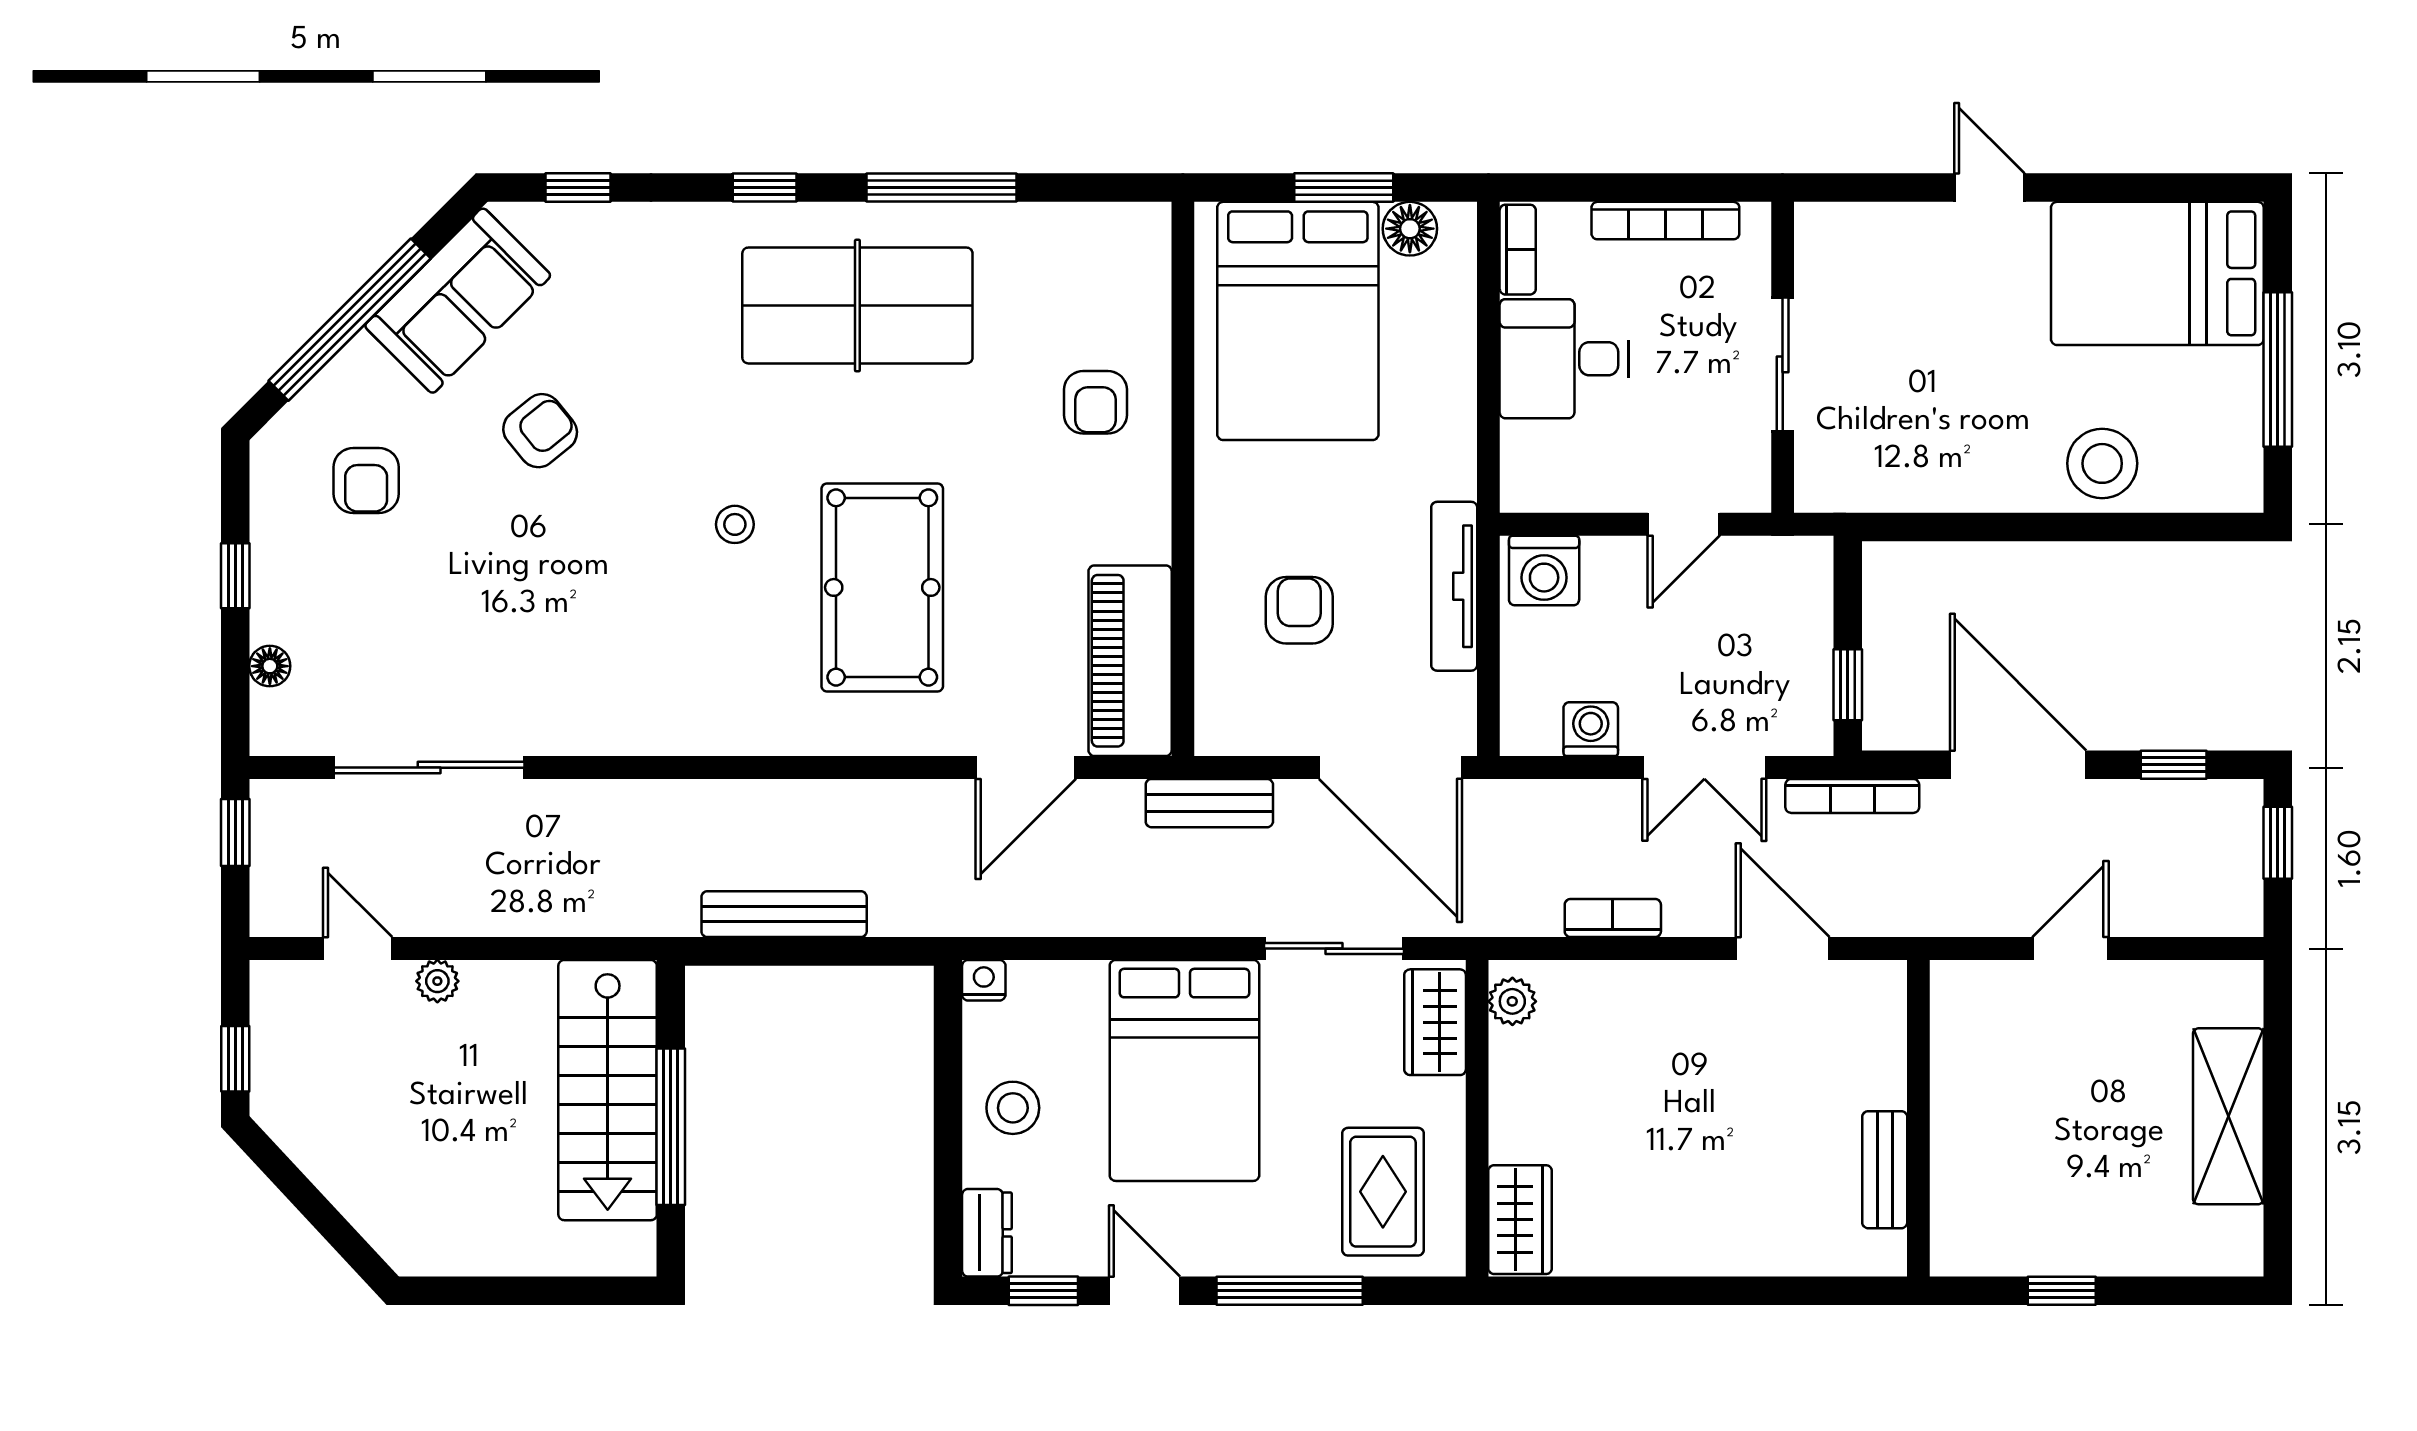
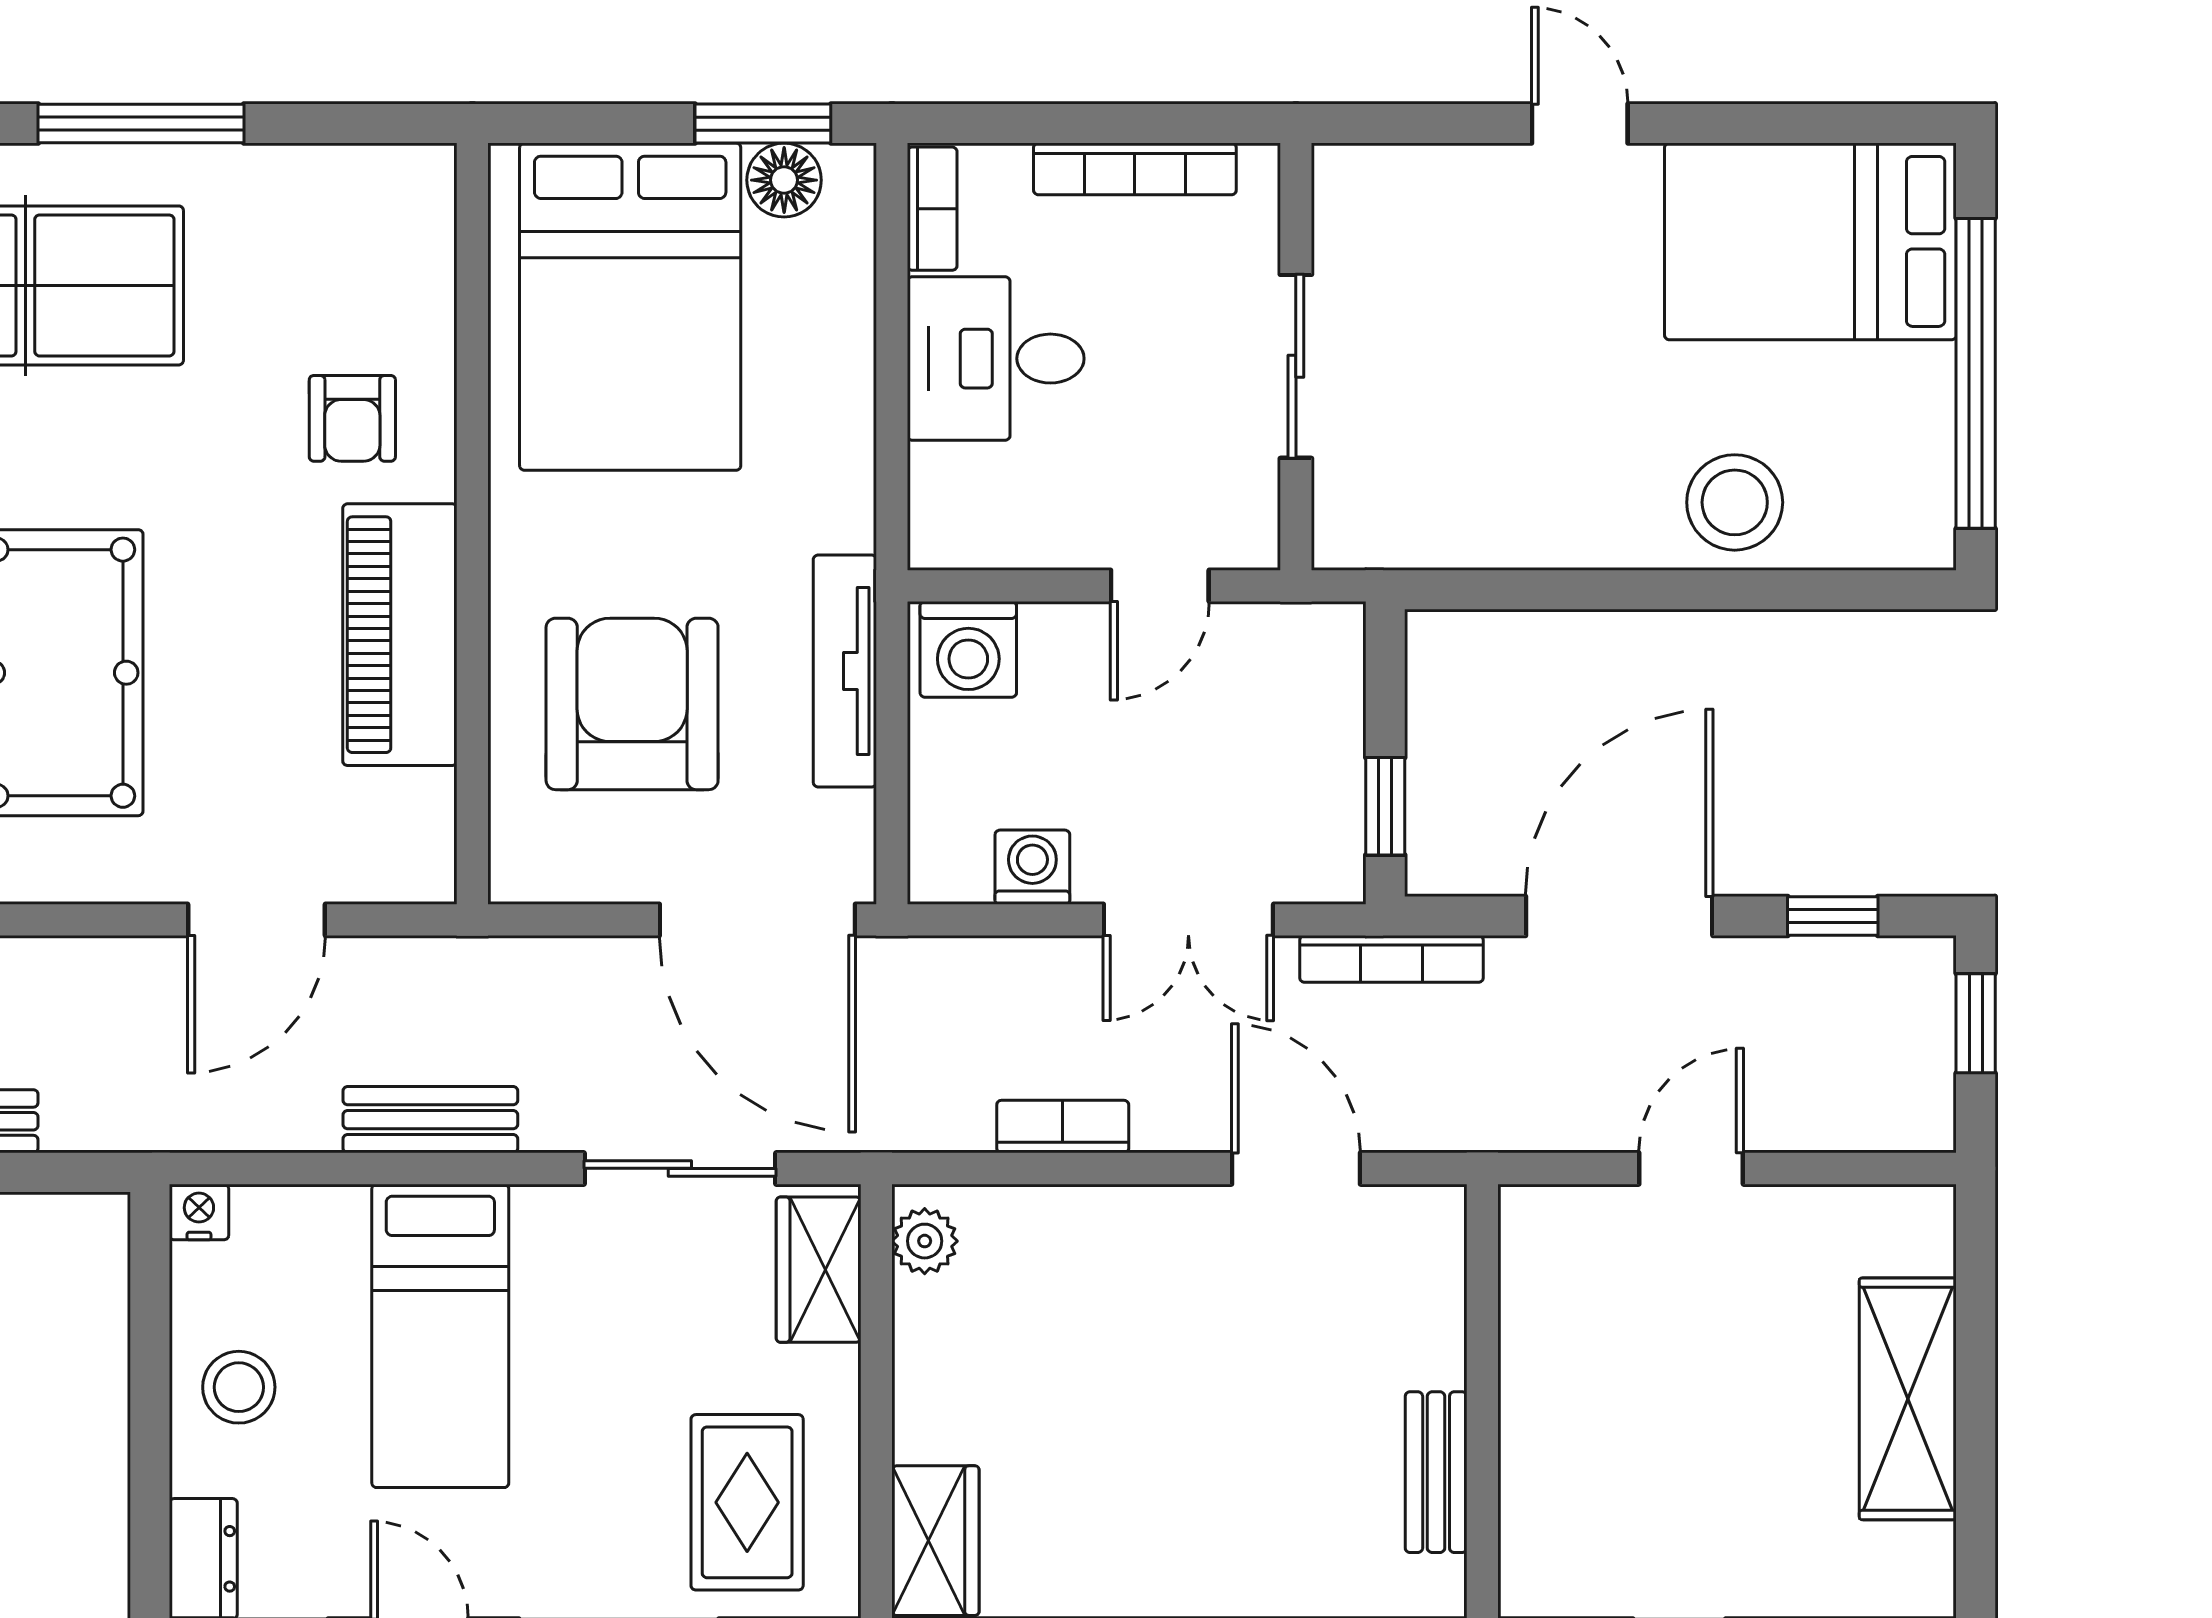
window: (1344, 188) -> (763, 124), moved
window: (2278, 369) -> (1976, 373), width x1.46
armchair: (1299, 610) -> (632, 704), width x1.88, depth x1.88
piano: (1130, 661) -> (400, 635), moved
door: (2018, 765) -> (1619, 916), hinge flipped
bench: (1209, 803) -> (430, 1120), moved
bed: (1184, 1070) -> (440, 1336), width x0.67

